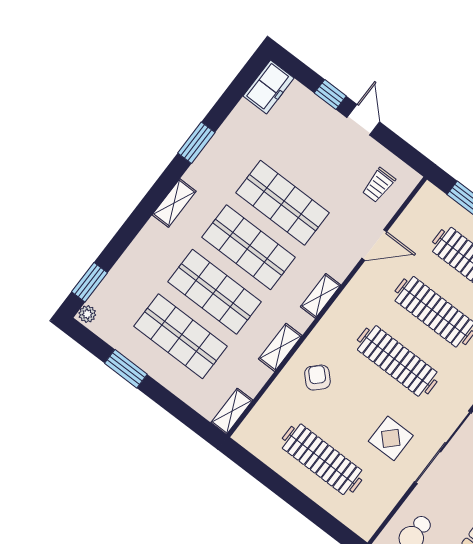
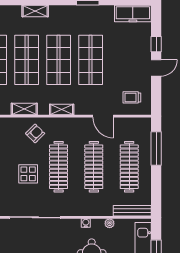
freezer: (268, 87) -> (133, 13), width x1.40
shelving: (174, 203) -> (35, 11), moved
armchair: (317, 378) -> (35, 133), moved
display table: (391, 438) -> (28, 174), moved

